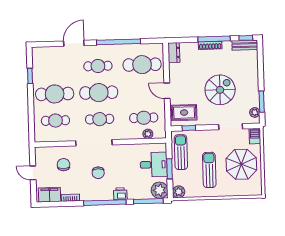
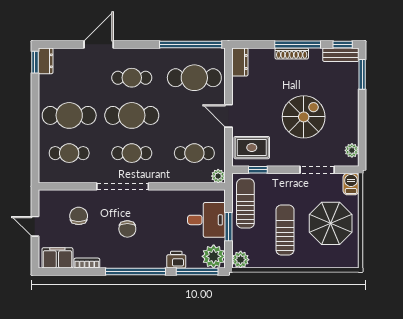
window: (119, 42) -> (191, 44), moved
dresser: (37, 56) -> (46, 61), added
window: (30, 76) -> (35, 62), moved
window: (262, 102) -> (362, 74), moved
plant: (148, 134) -> (218, 176), moved
printer: (120, 194) -> (176, 260), moved

